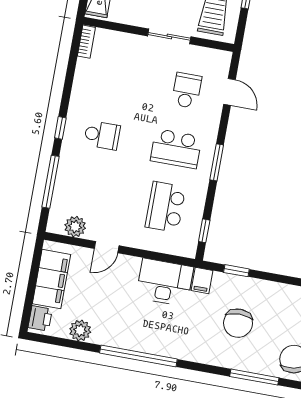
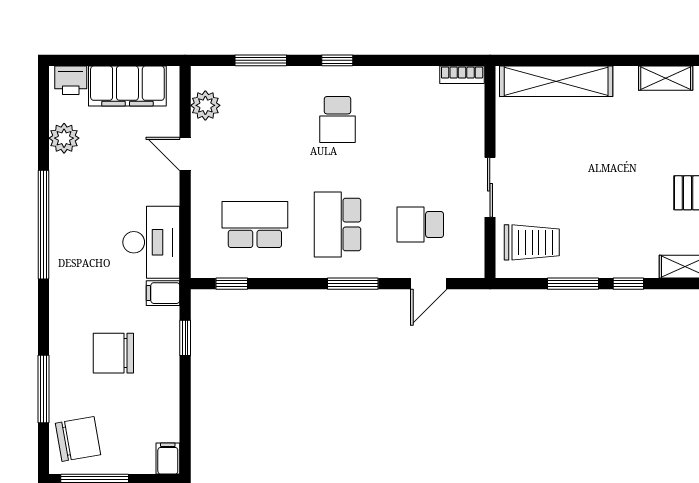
school desk: (187, 90) -> (420, 225), turned 180
window: (217, 162) -> (353, 284), moved
window: (51, 182) -> (261, 60), width x0.69

